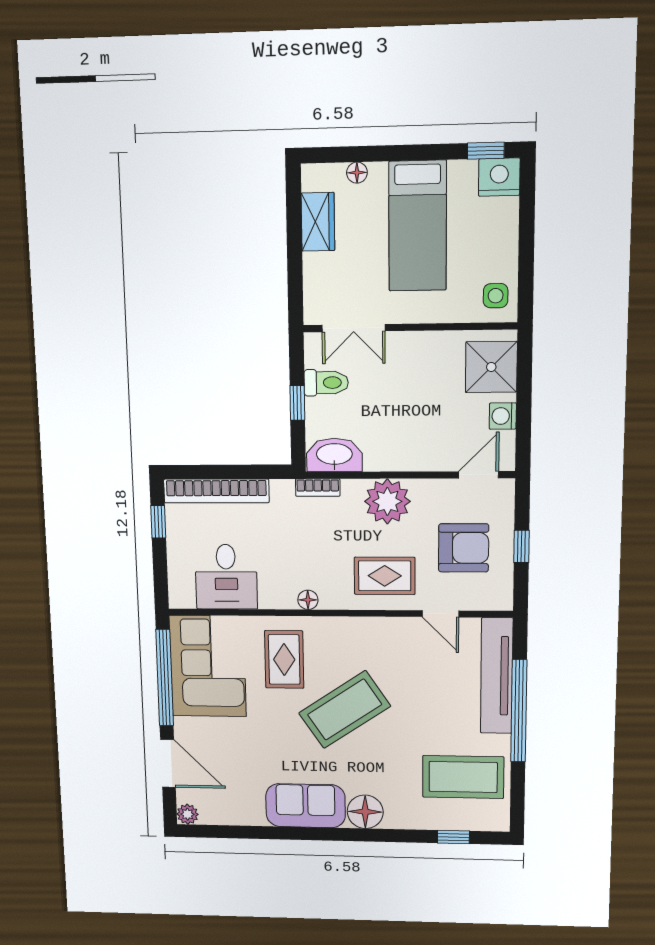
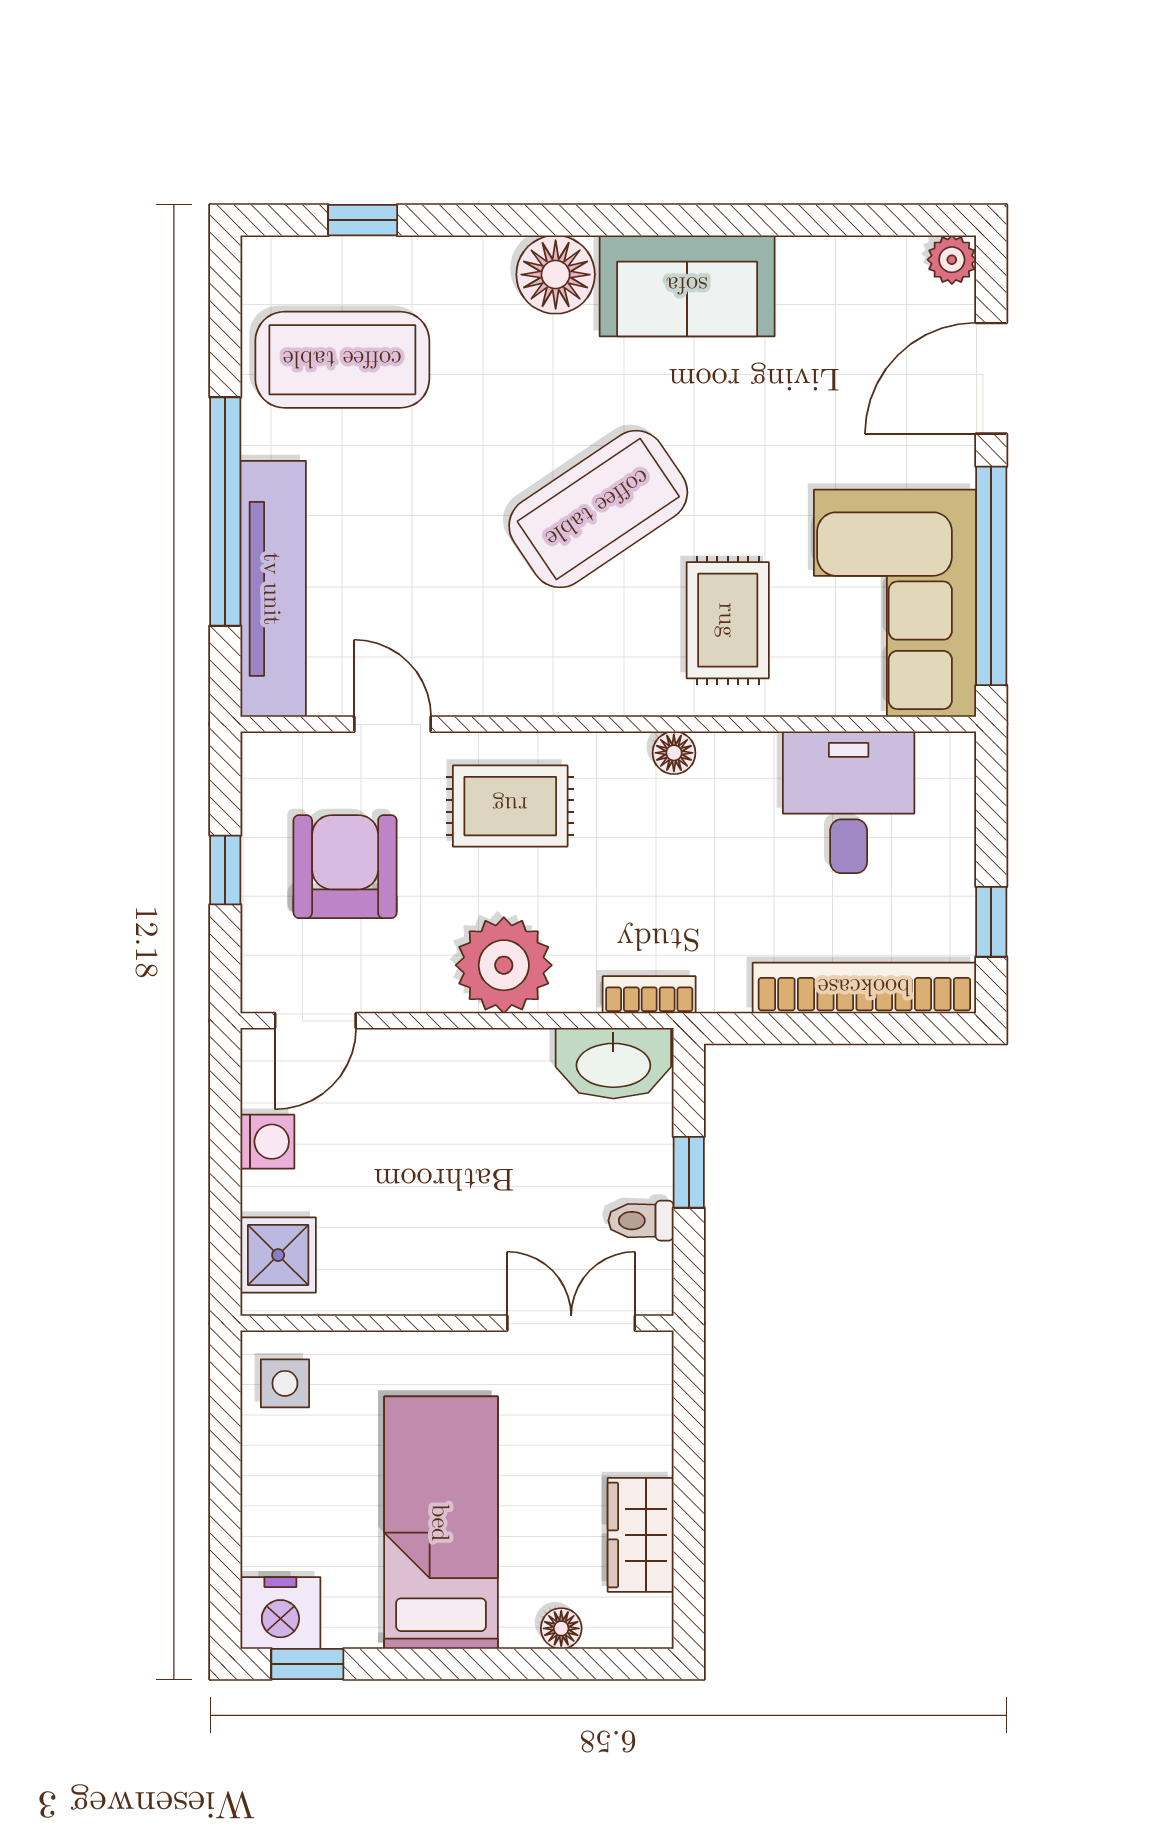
shower: (491, 367) -> (278, 1255), width x0.73, depth x0.73
toilet: (326, 383) -> (641, 1221), width x0.73, depth x0.72
armchair: (464, 548) -> (345, 867), turned 90
door: (168, 763) -> (991, 378), hinge flipped

